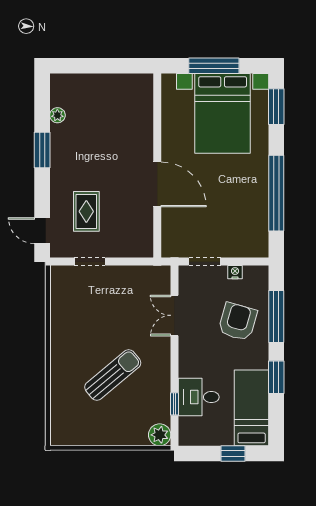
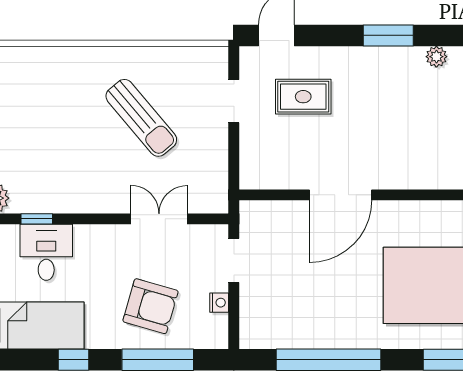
sun lounger: (113, 375) -> (141, 118), moved
window: (276, 377) -> (73, 360), width x0.67

